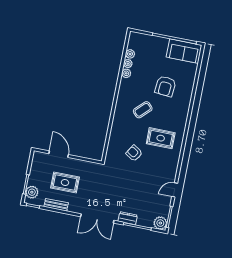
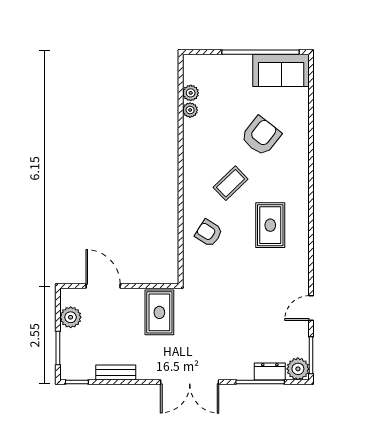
plant: (126, 73) -> (191, 127), removed
armchair: (165, 86) -> (261, 136), turned -147
rug: (161, 138) -> (270, 225), turned 90
armchair: (134, 153) -> (209, 233), moved
rug: (65, 183) -> (159, 312), moved, turned 90
plant: (32, 192) -> (71, 317), moved
dresser: (128, 218) -> (270, 371), moved

